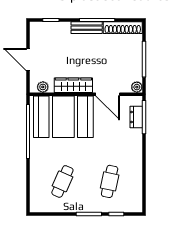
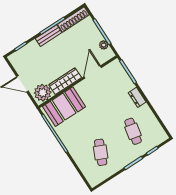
plant: (43, 87) -> (43, 93), width x1.87, depth x1.87
plant: (137, 87) -> (104, 45), moved
door: (108, 94) -> (93, 72), swing flipped
booth: (63, 117) -> (64, 107), width x0.73, depth x0.70
dresser: (136, 117) -> (137, 97), moved

